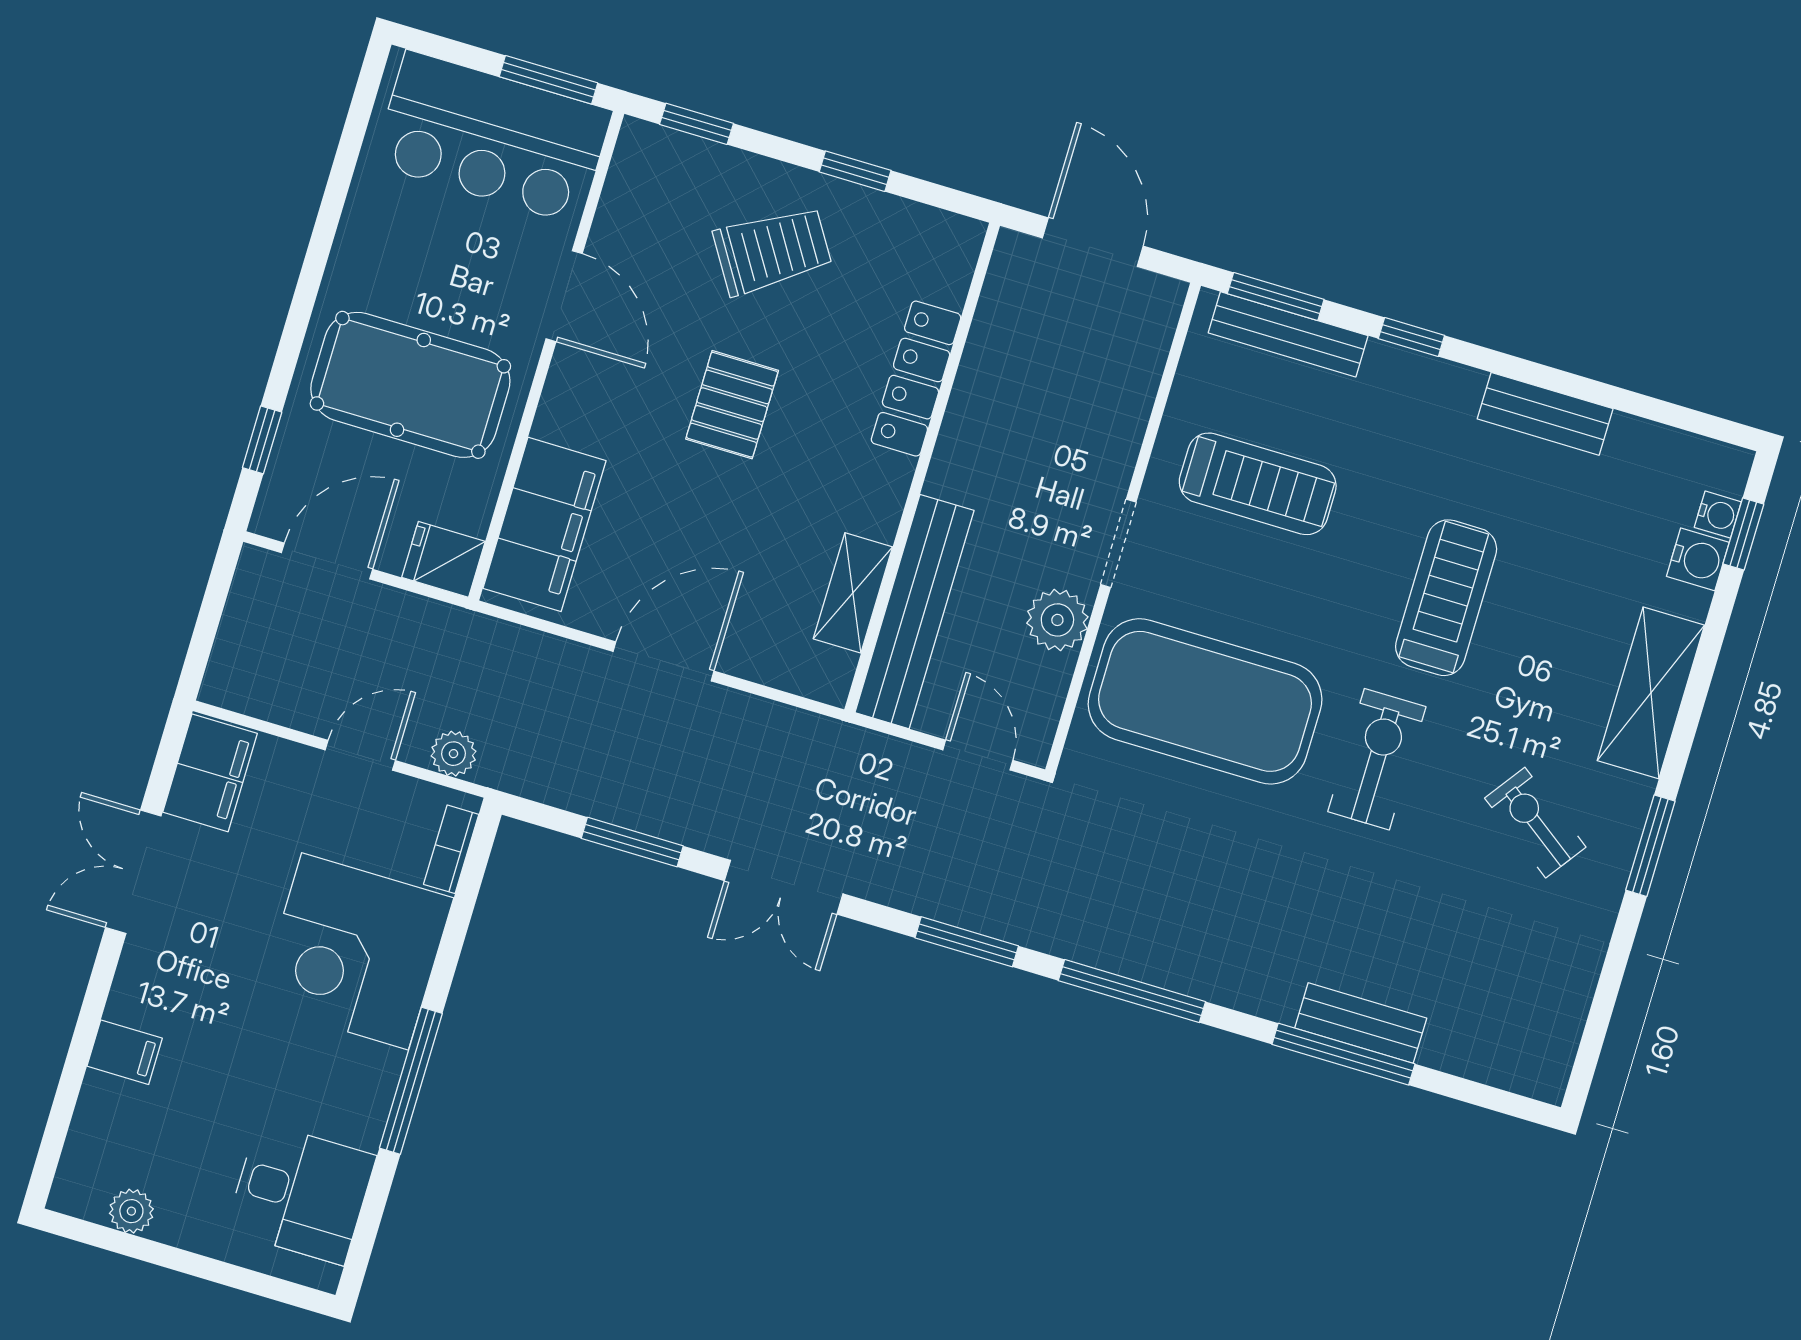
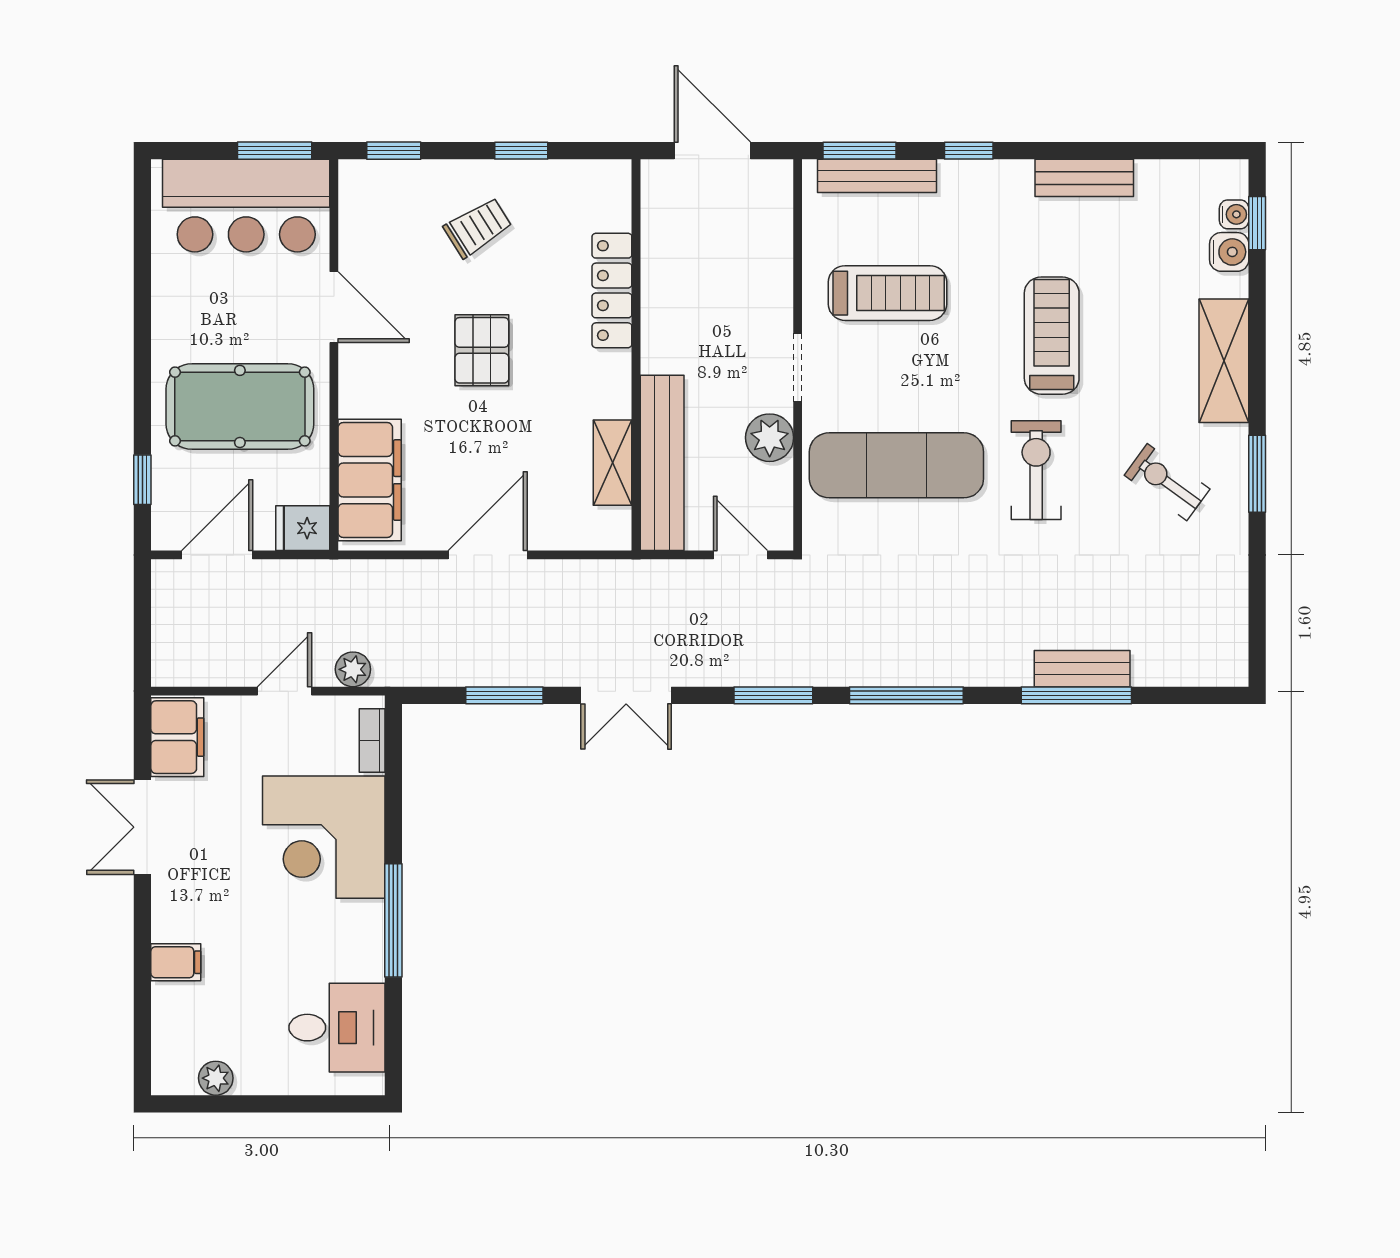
trolley: (773, 250) -> (478, 227), width x0.73, depth x0.72
exercise mat: (1205, 701) -> (896, 465), width x0.68

